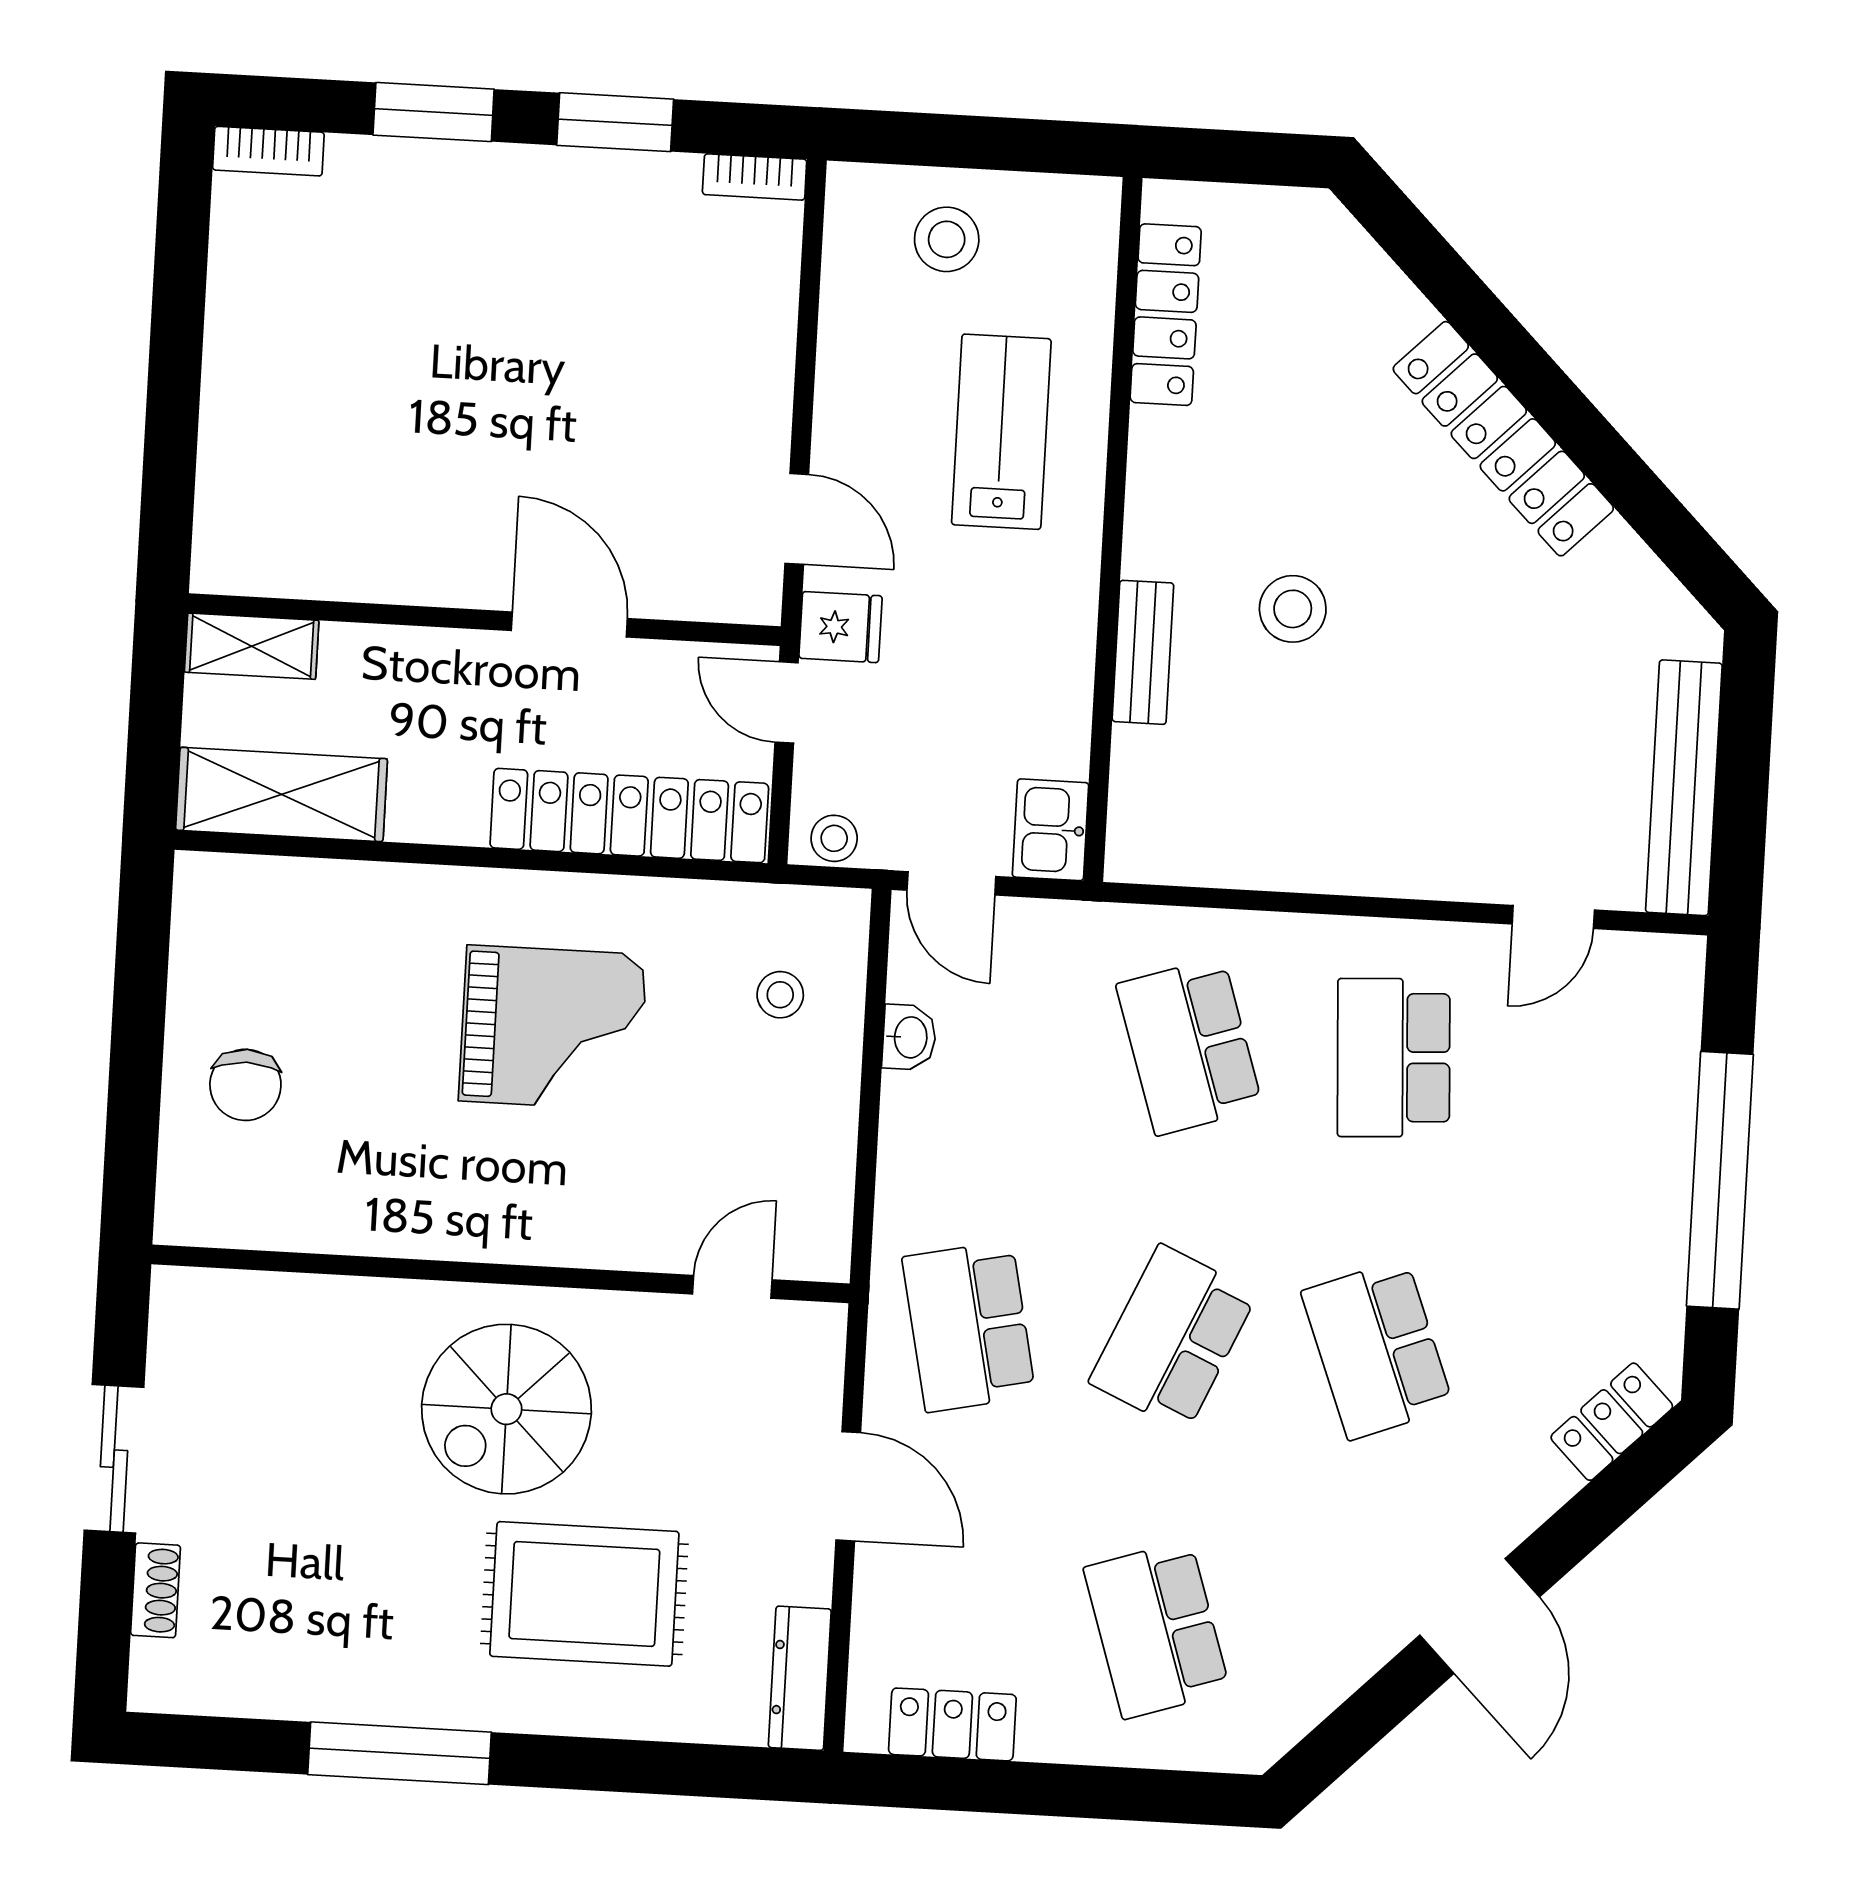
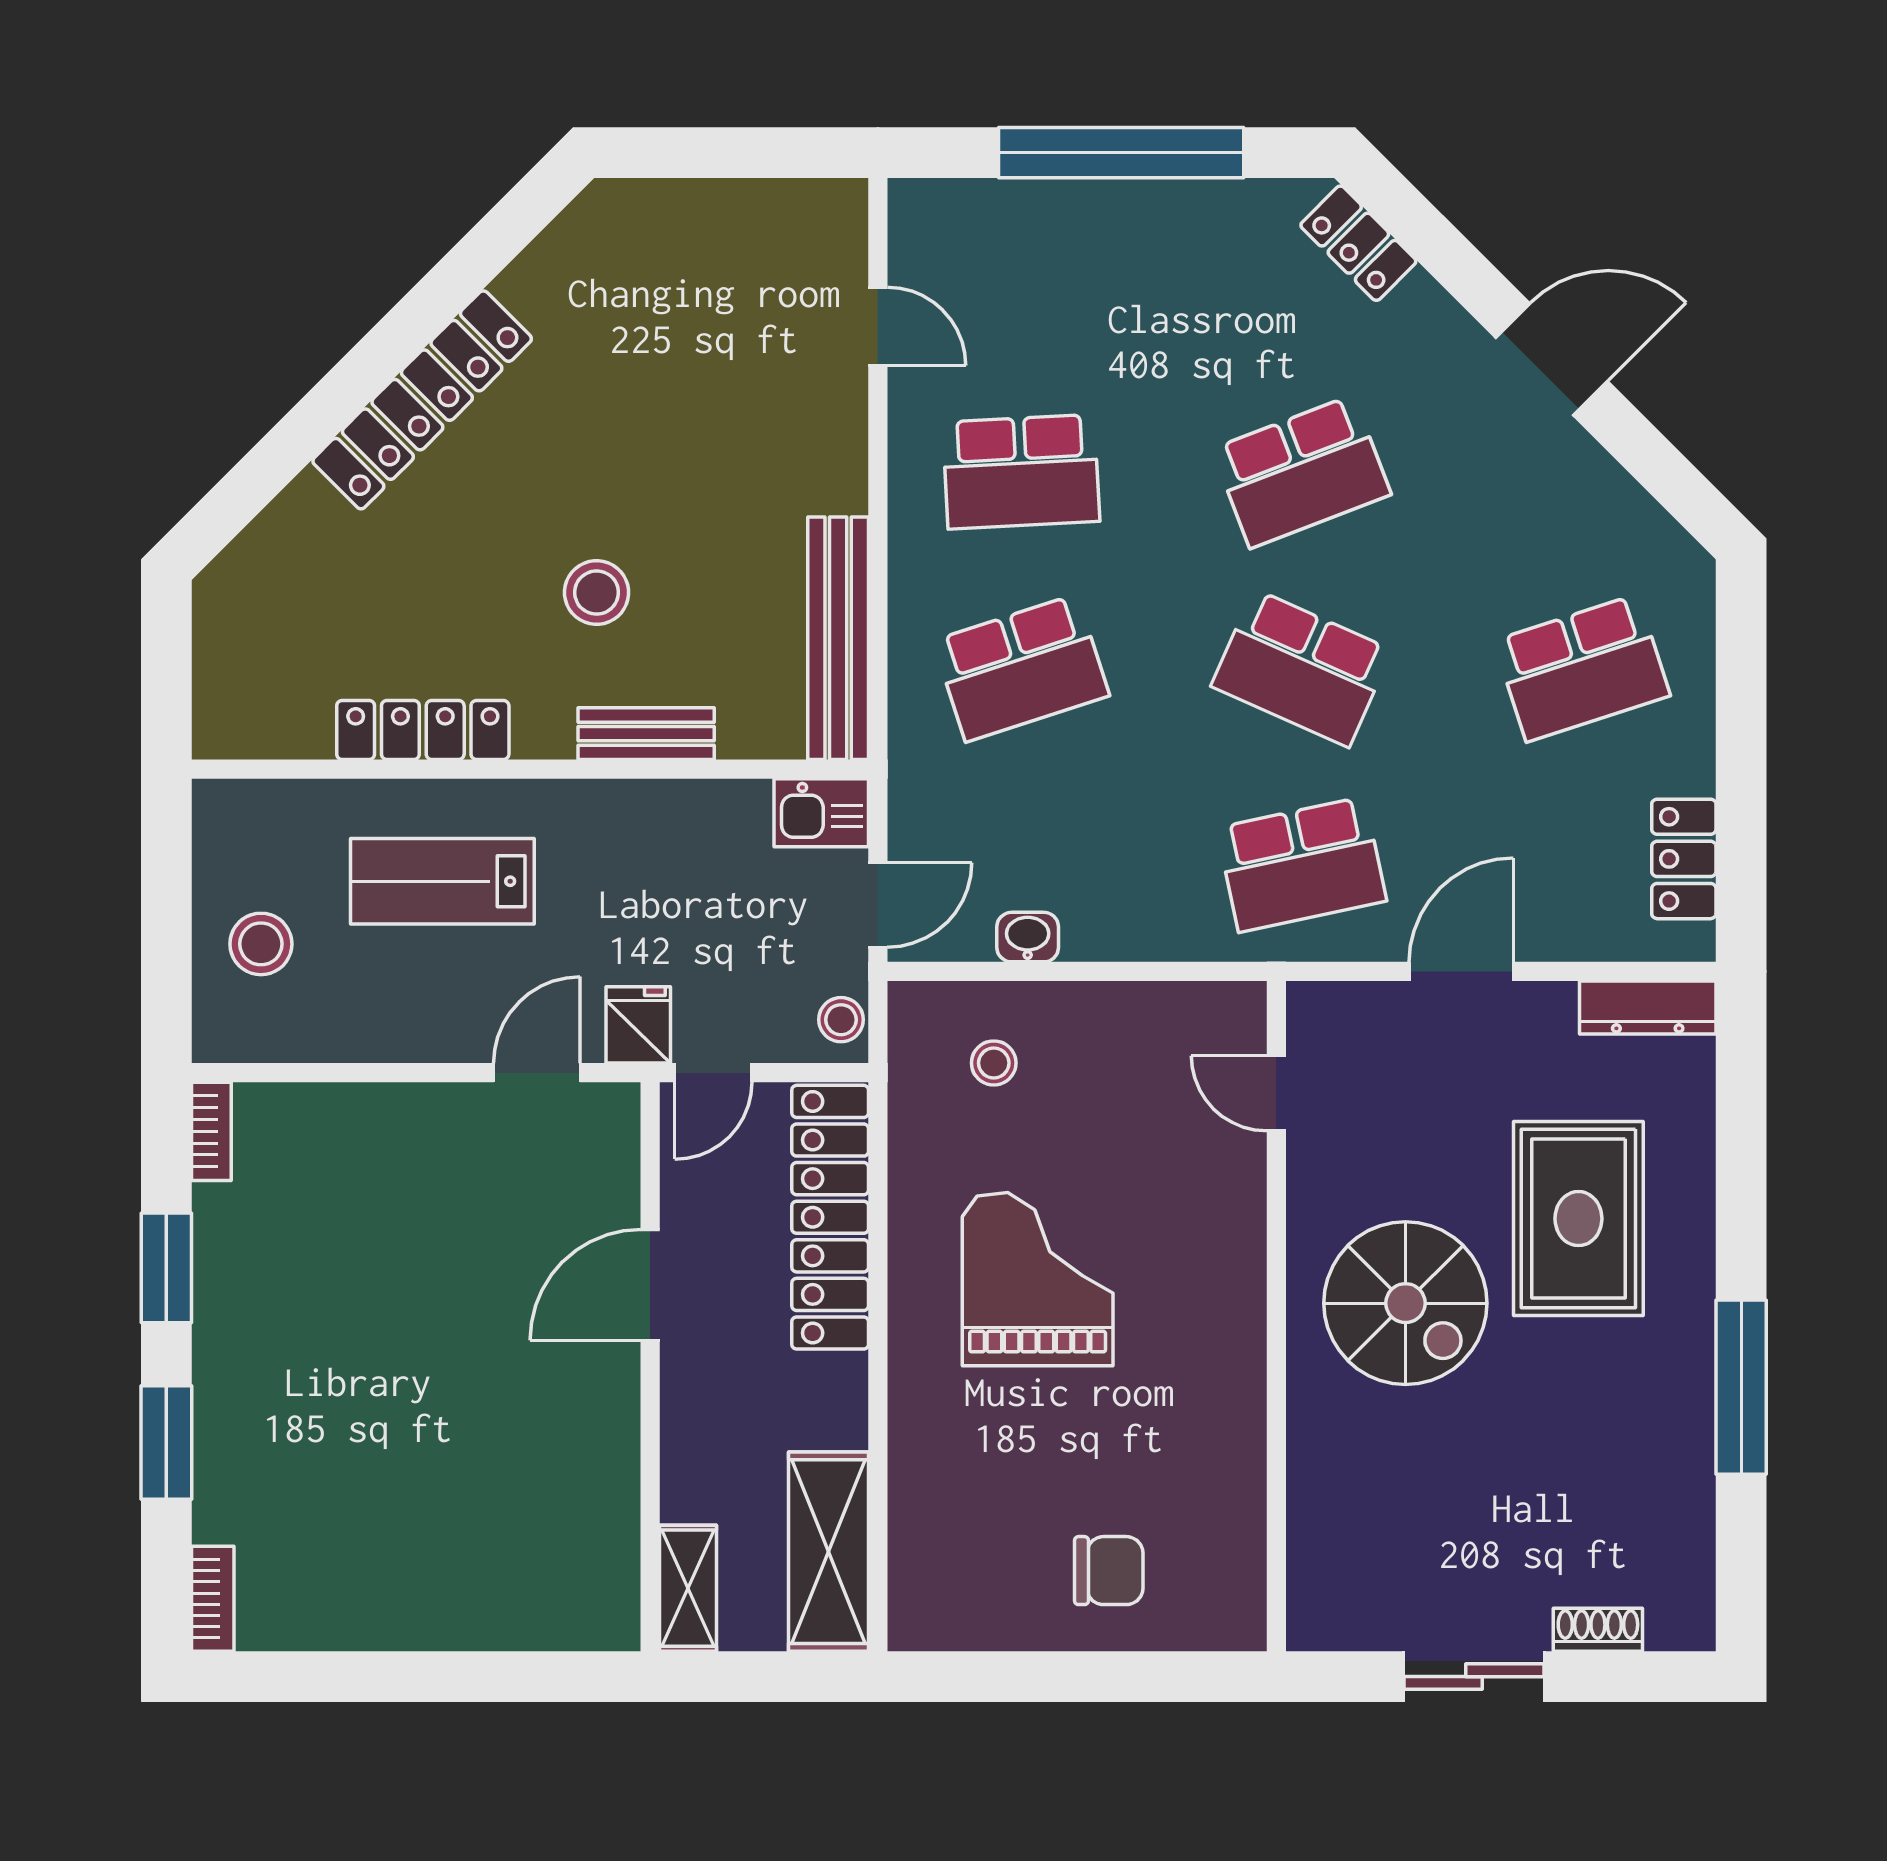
locker: (1166, 315) -> (423, 730), moved
bench: (1684, 788) -> (838, 638), moved, turned 90

